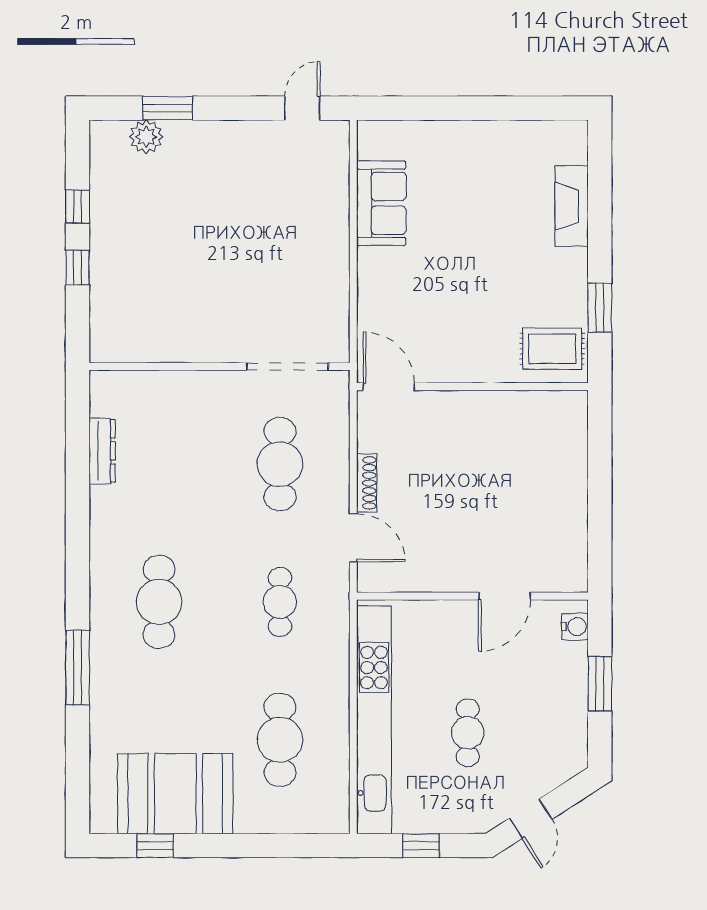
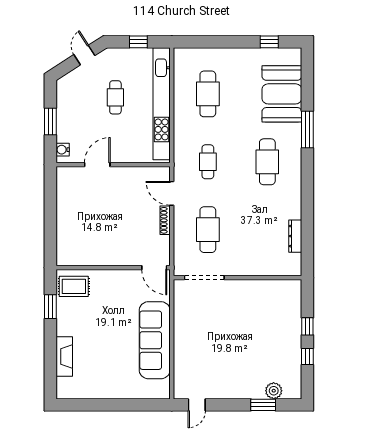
sofa: (381, 203) -> (155, 340), width x1.85, depth x1.27
booth: (175, 794) -> (282, 94), moved, turned 90

